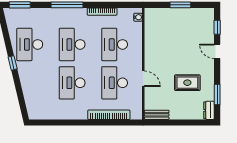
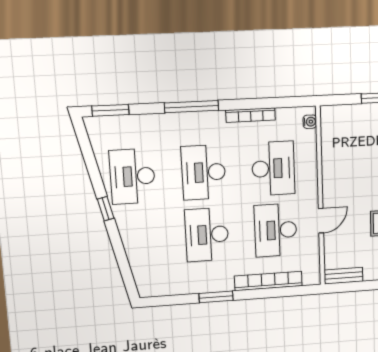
desk: (115, 44) -> (273, 168), turned 180
door: (143, 79) -> (321, 221), hinge flipped
window: (76, 122) -> (216, 297), added

